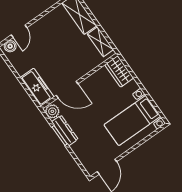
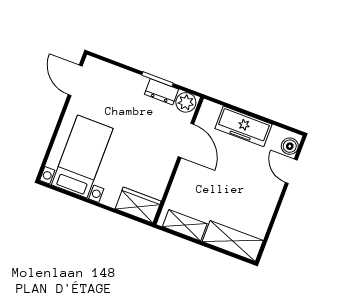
freezer: (37, 87) -> (243, 126), moved
door: (67, 90) -> (186, 140), swing flipped
dresser: (65, 131) -> (161, 92), width x0.70

